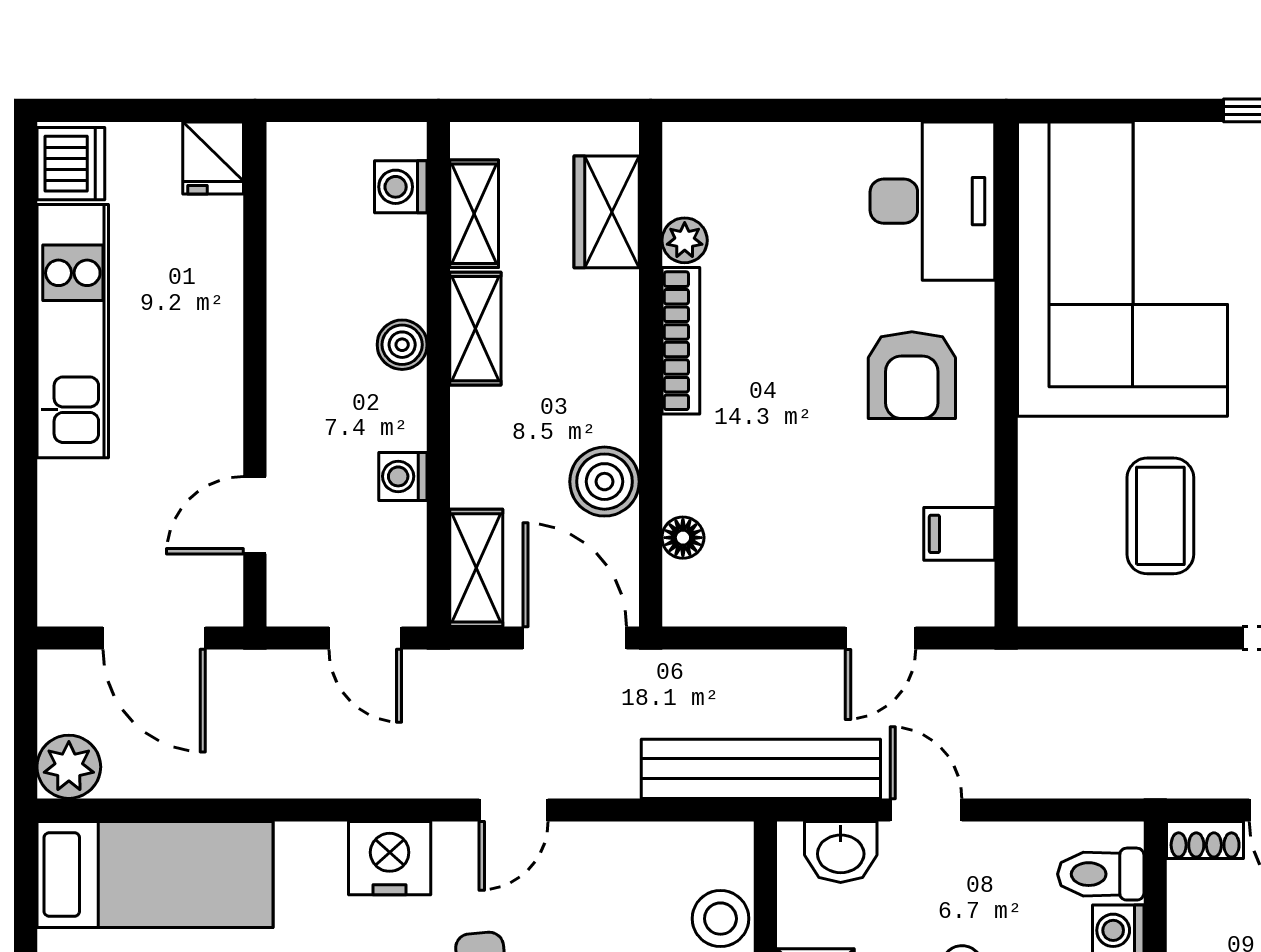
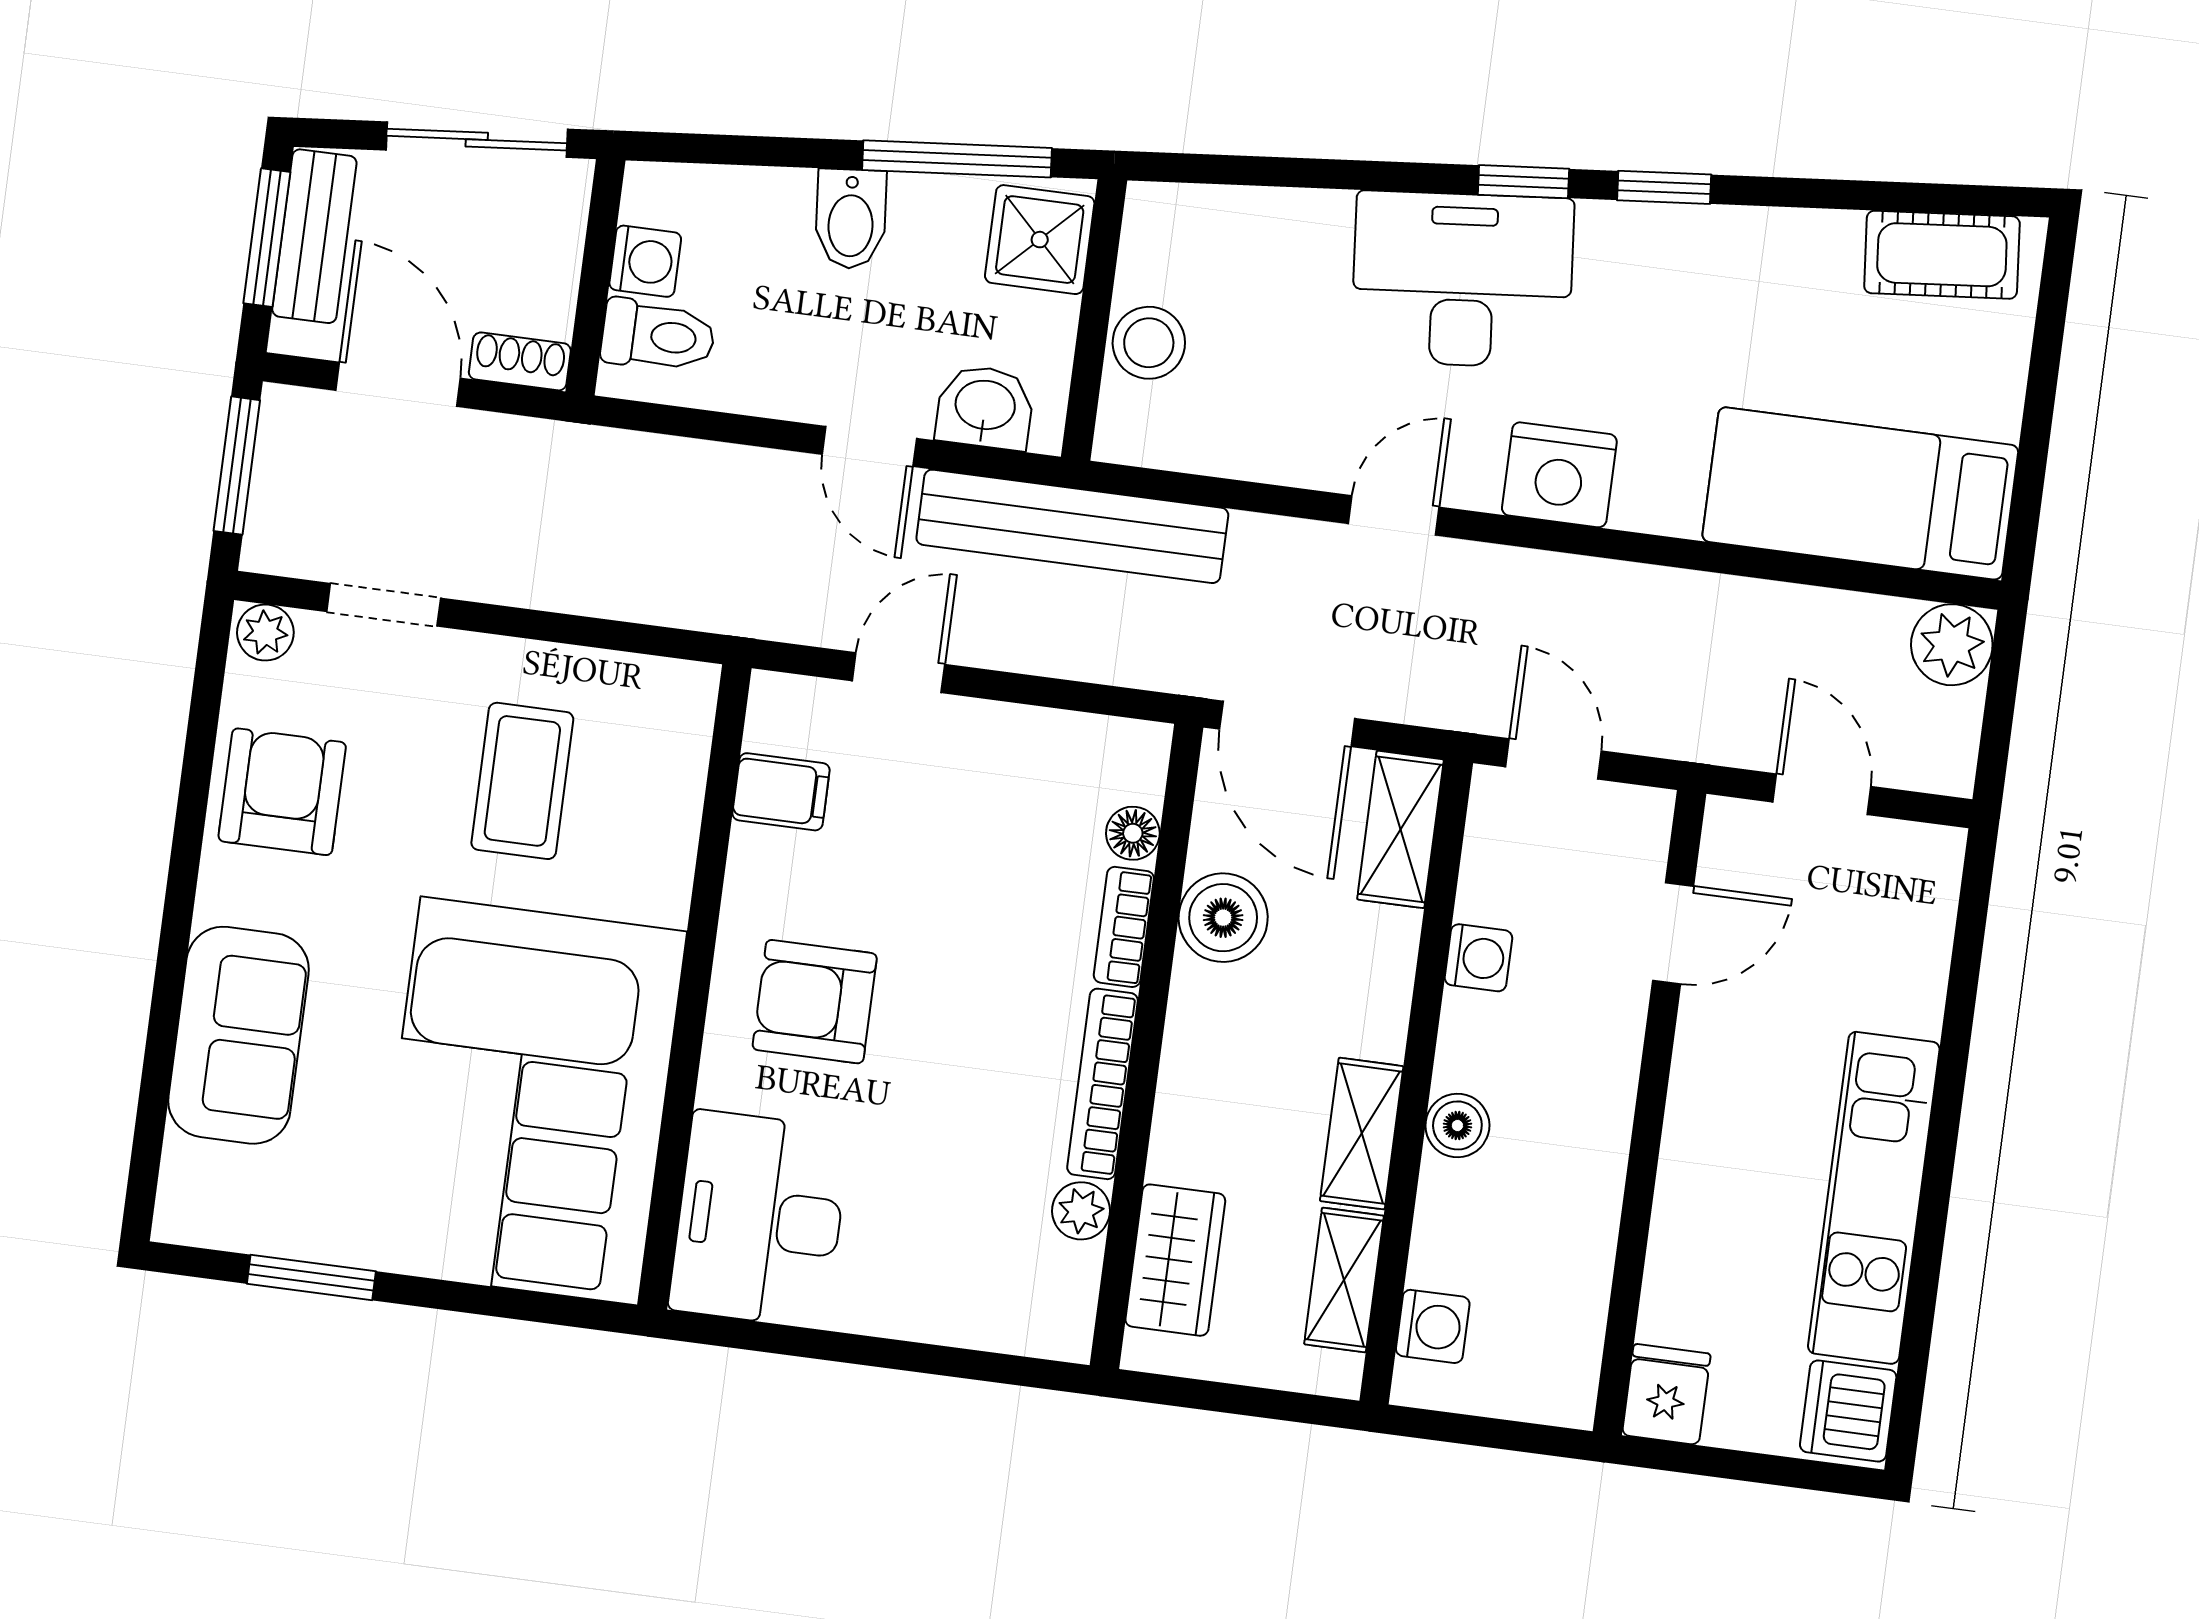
armchair: (912, 375) -> (815, 1002), turned -90
bookcase: (680, 464) -> (1124, 927), added
door: (154, 638) -> (1822, 794), width x0.73

